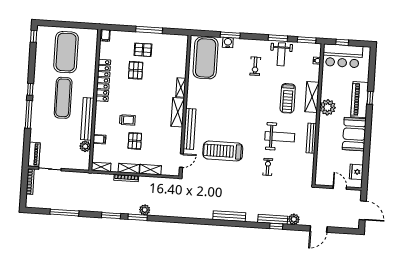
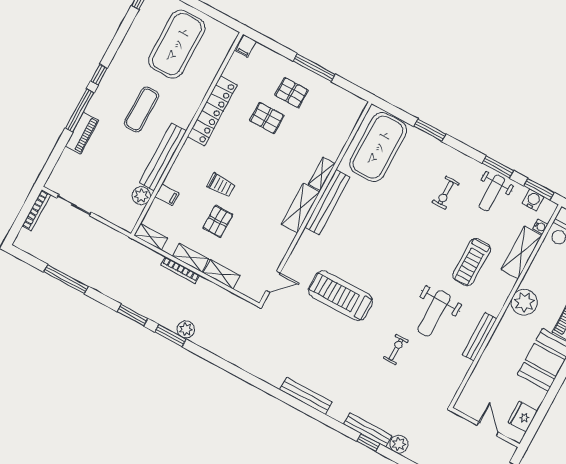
water cooler: (228, 43) -> (533, 200), moved
pallet: (136, 70) -> (267, 118), turned 90
shelving: (312, 97) -> (521, 253), moved
exercise mat: (63, 98) -> (142, 109), width x0.73, depth x0.69
bench: (190, 129) -> (327, 202), moved
weight bench: (280, 137) -> (434, 313), turned 90
piano: (34, 154) -> (82, 133), moved

